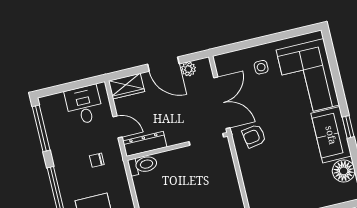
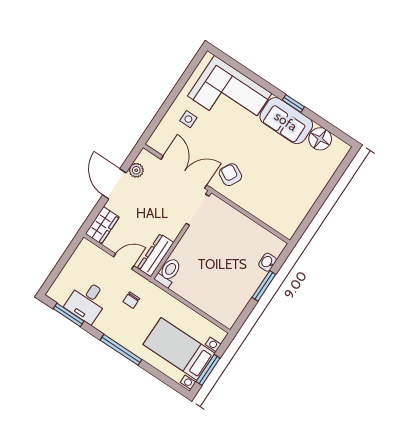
door: (163, 64) -> (114, 184), swing flipped
desk: (84, 105) -> (87, 301), moved, turned -90
window: (41, 128) -> (69, 315), width x0.69
armchair: (254, 136) -> (230, 175), turned 127

